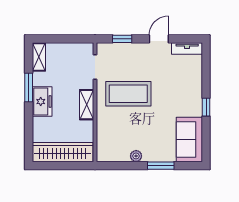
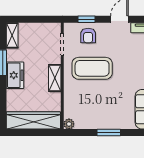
armchair: (124, 57) -> (88, 35), added
plant: (136, 156) -> (69, 124), moved
window: (161, 166) -> (109, 133), moved

